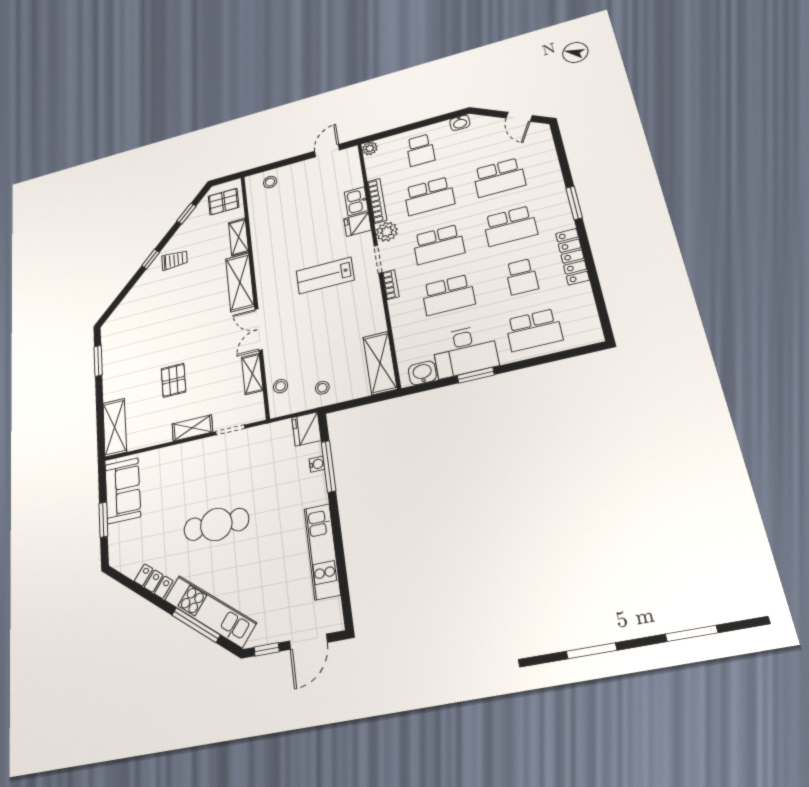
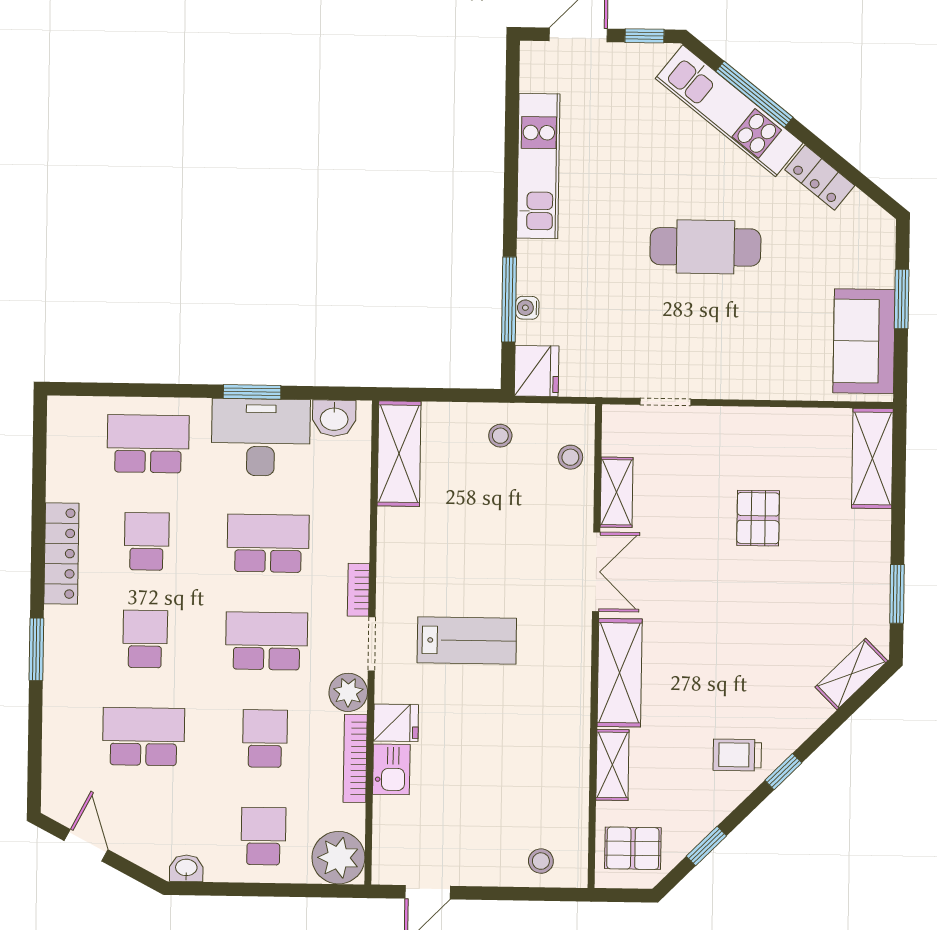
plant: (370, 148) -> (338, 858), width x1.87, depth x1.87
school desk: (429, 196) -> (265, 739), width x0.54
school desk: (510, 226) -> (145, 639), width x0.54
shelving: (192, 428) -> (851, 674), moved, turned -45

